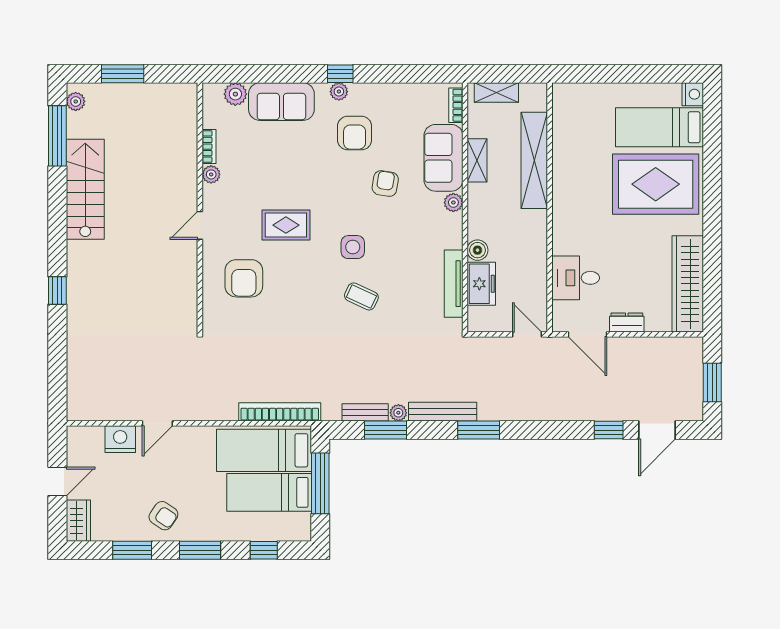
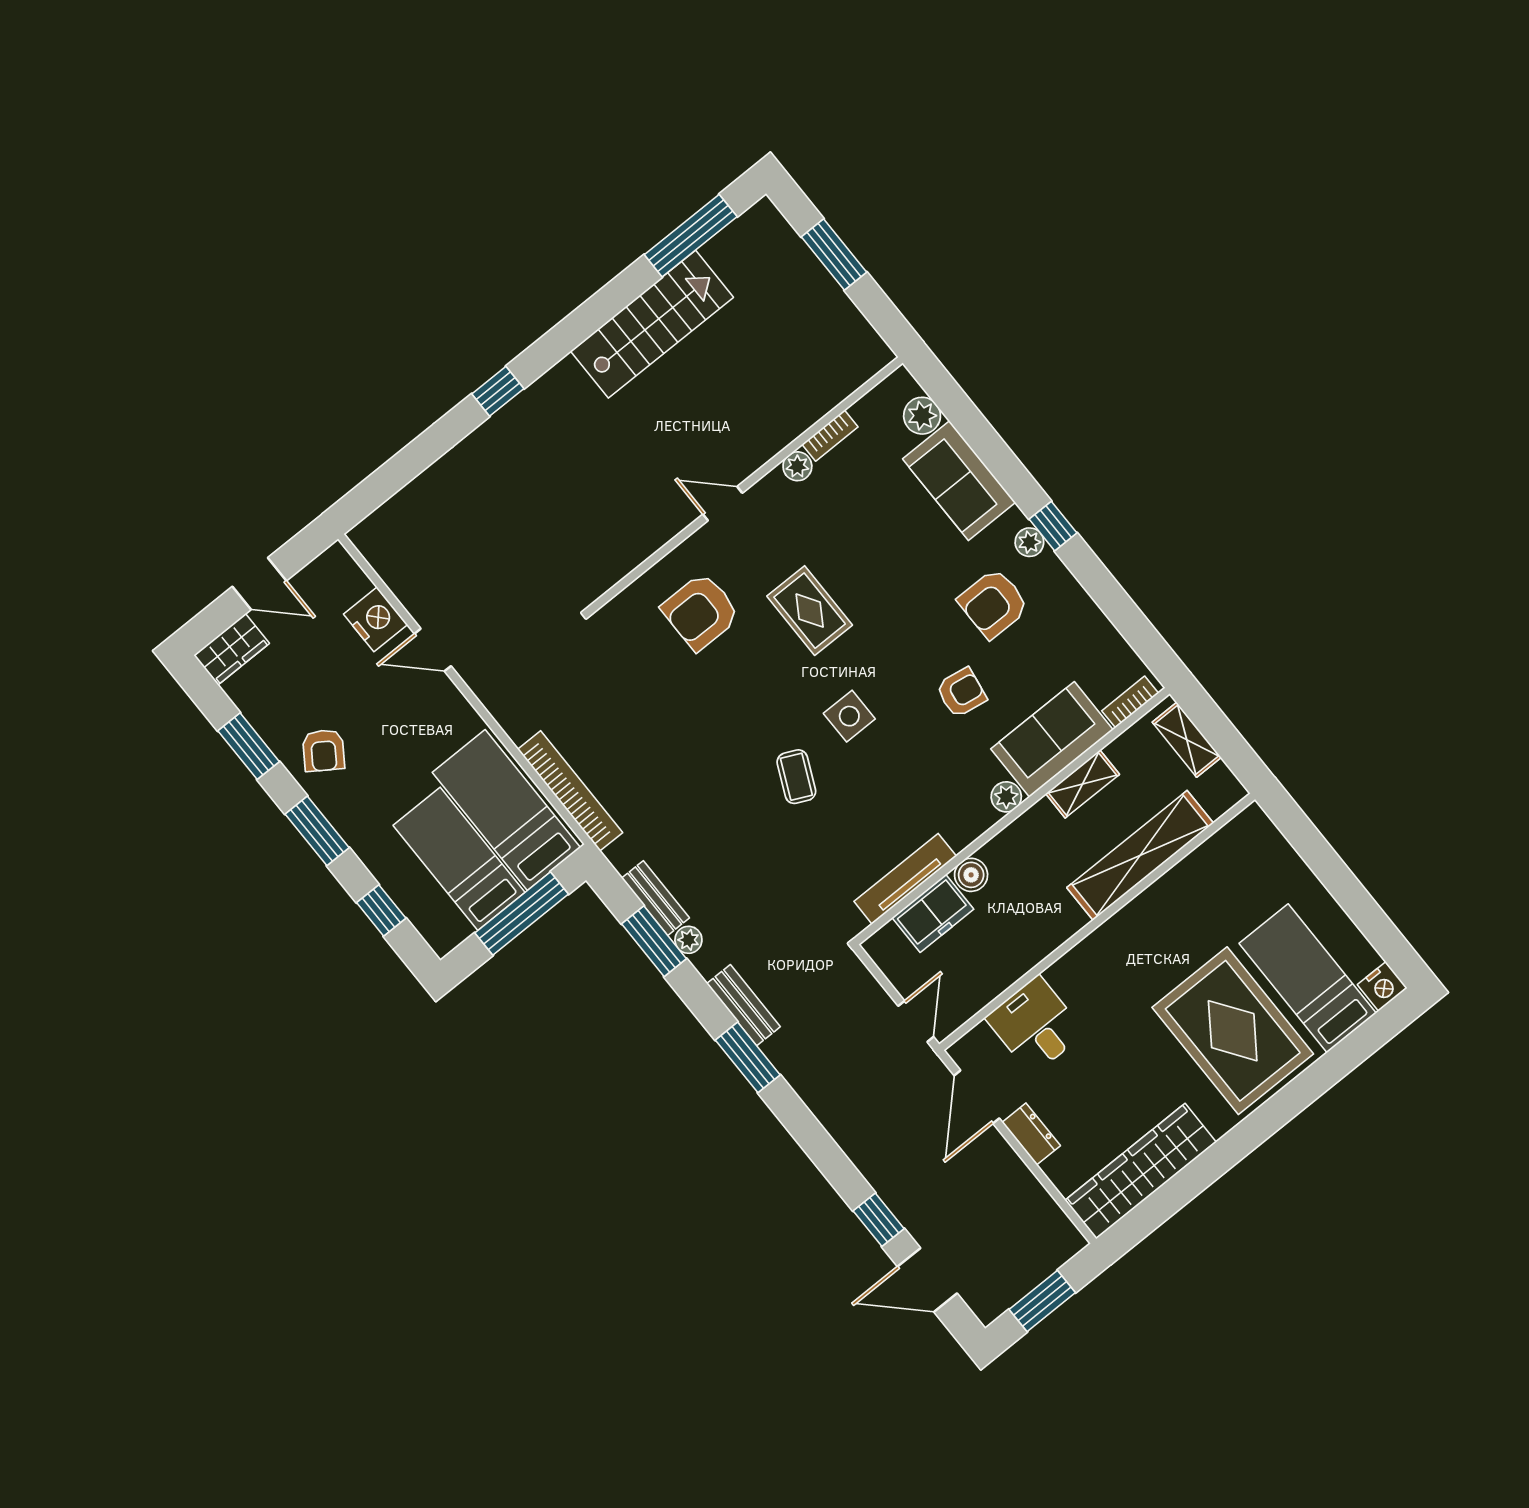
plant: (76, 101) -> (752, 224), removed
bench: (443, 412) -> (743, 1005), width x0.73

